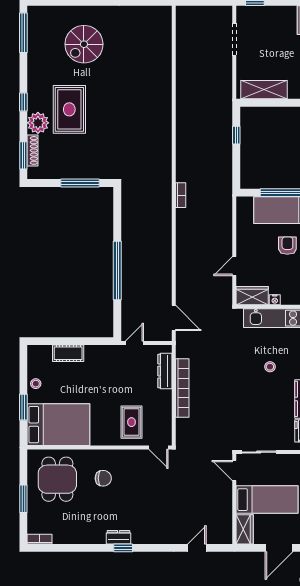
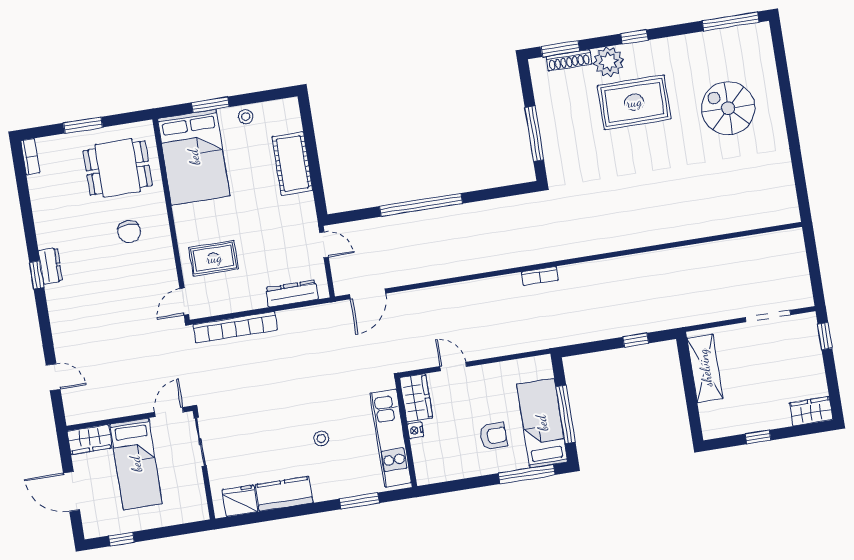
cot: (68, 353) -> (292, 164), width x1.37, depth x1.34
bookcase: (182, 388) -> (235, 327), moved

